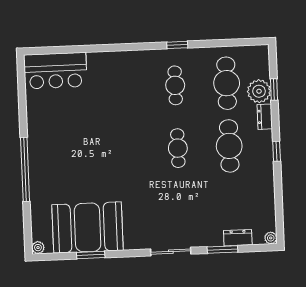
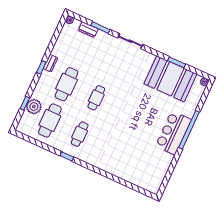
bar counter: (55, 71) -> (173, 133), moved, turned -90
dresser: (265, 117) -> (50, 63), moved

